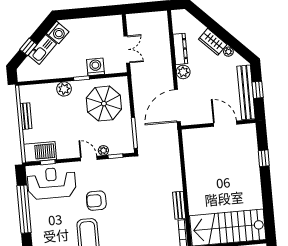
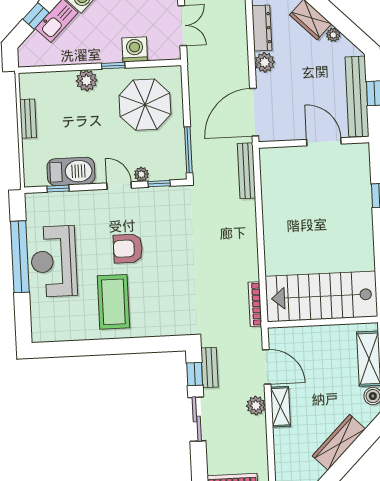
barbecue: (40, 152) -> (71, 171), moved
reception desk: (52, 183) -> (54, 261), moved, turned -90
bench: (179, 205) -> (246, 171), moved, width x1.36

